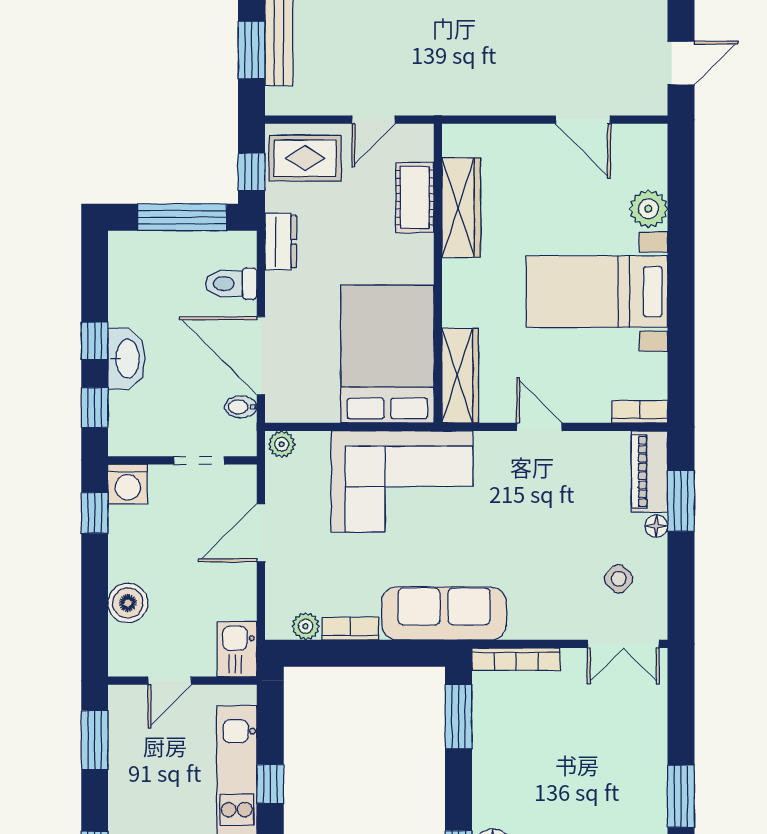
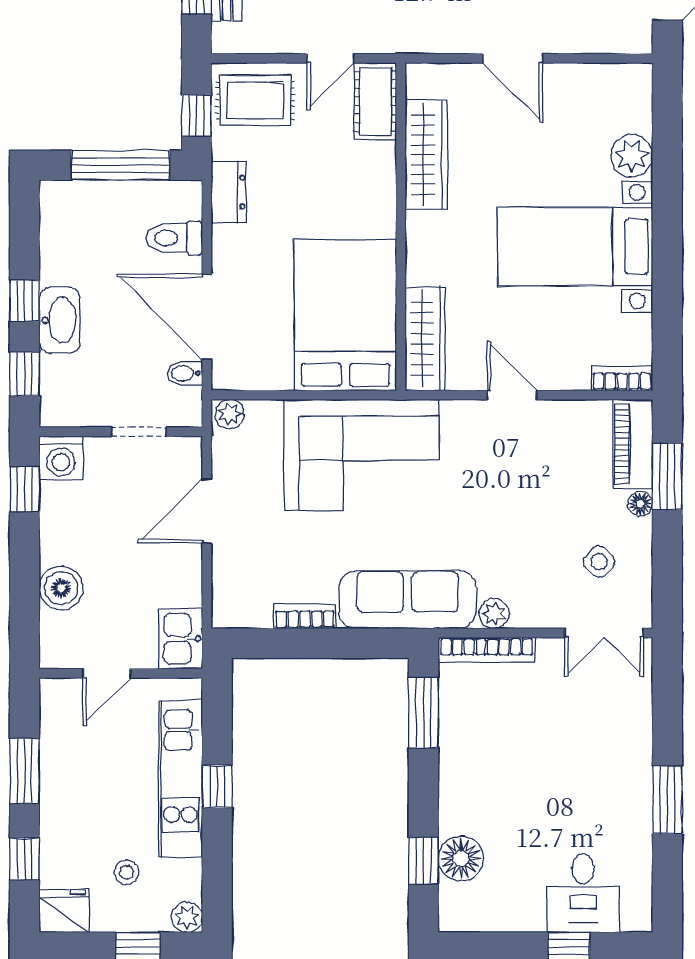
door: (583, 120) -> (513, 58), moved
cot: (415, 198) -> (376, 101), moved
plant: (306, 626) -> (494, 614), moved
window: (95, 740) -> (25, 771), moved

